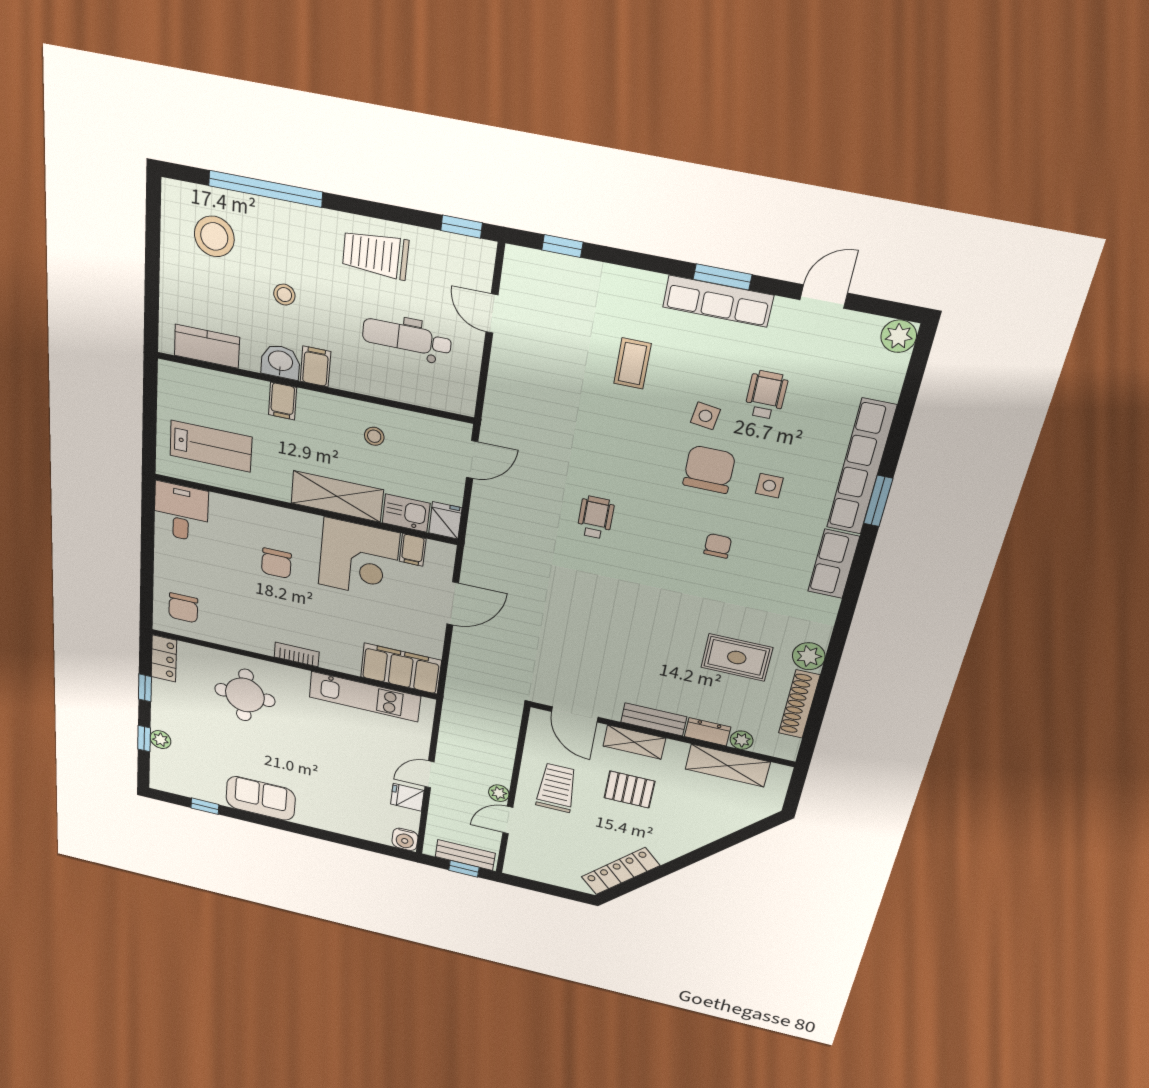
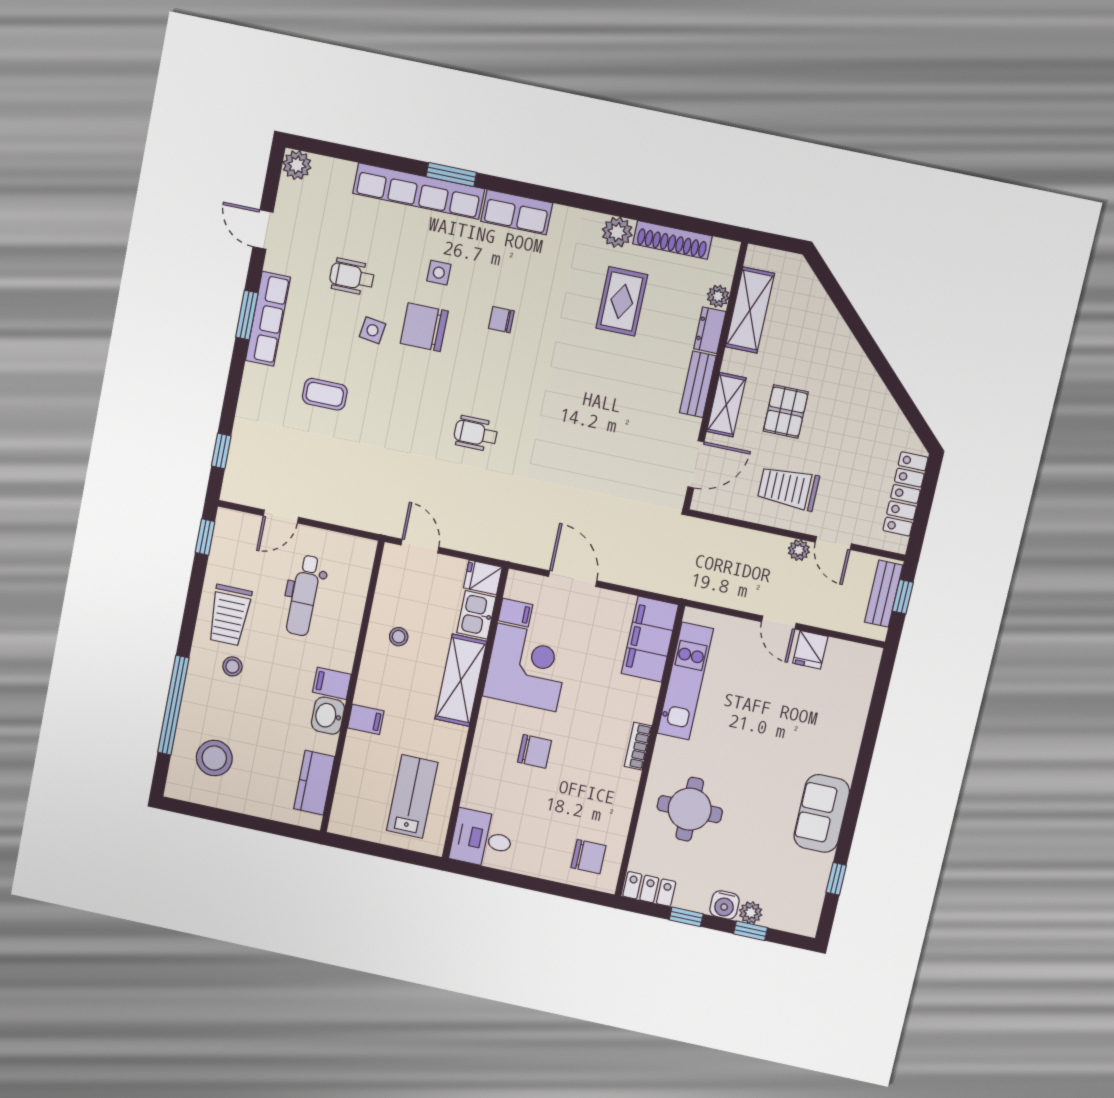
stool: (284, 295) -> (232, 666), moved
water cooler: (405, 839) -> (725, 905), moved, turned 90
locker: (620, 871) -> (905, 494), moved, turned 45

